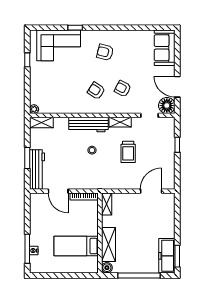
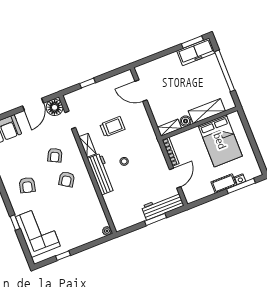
shelving: (41, 123) -> (117, 219), removed
cot: (36, 234) -> (224, 183), added
bed: (76, 246) -> (220, 141), width x1.50
boiler: (107, 268) -> (186, 121), moved

